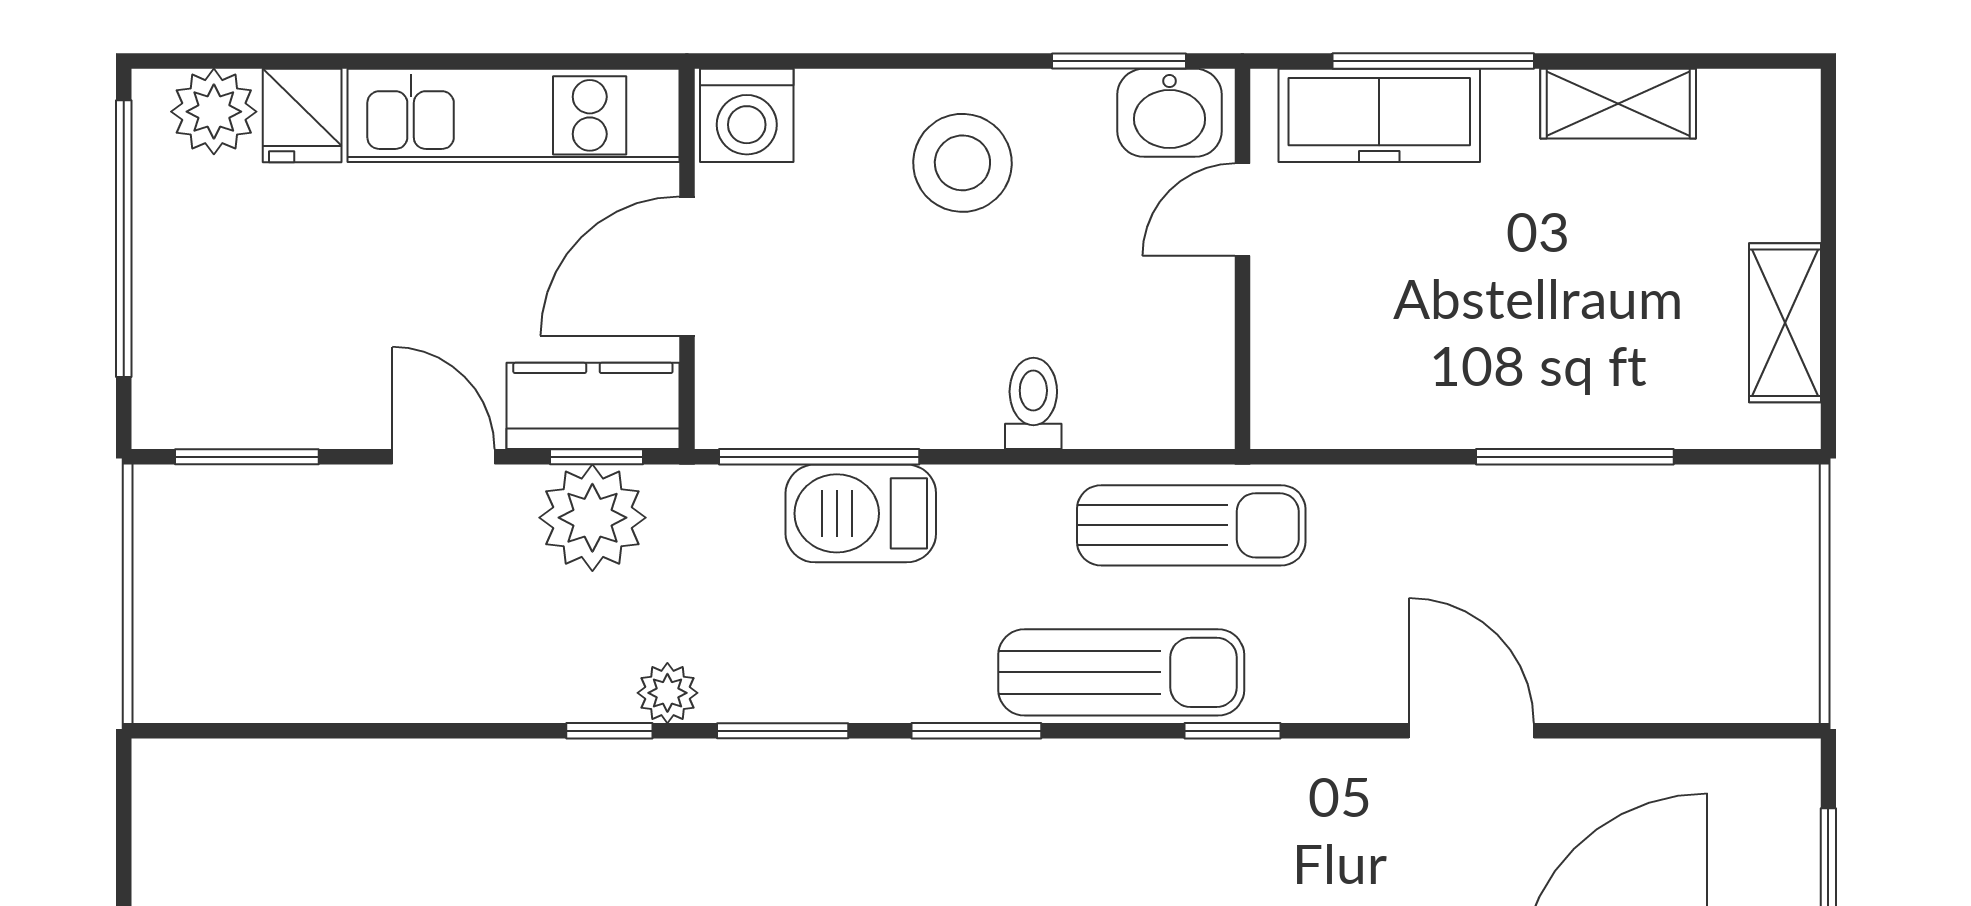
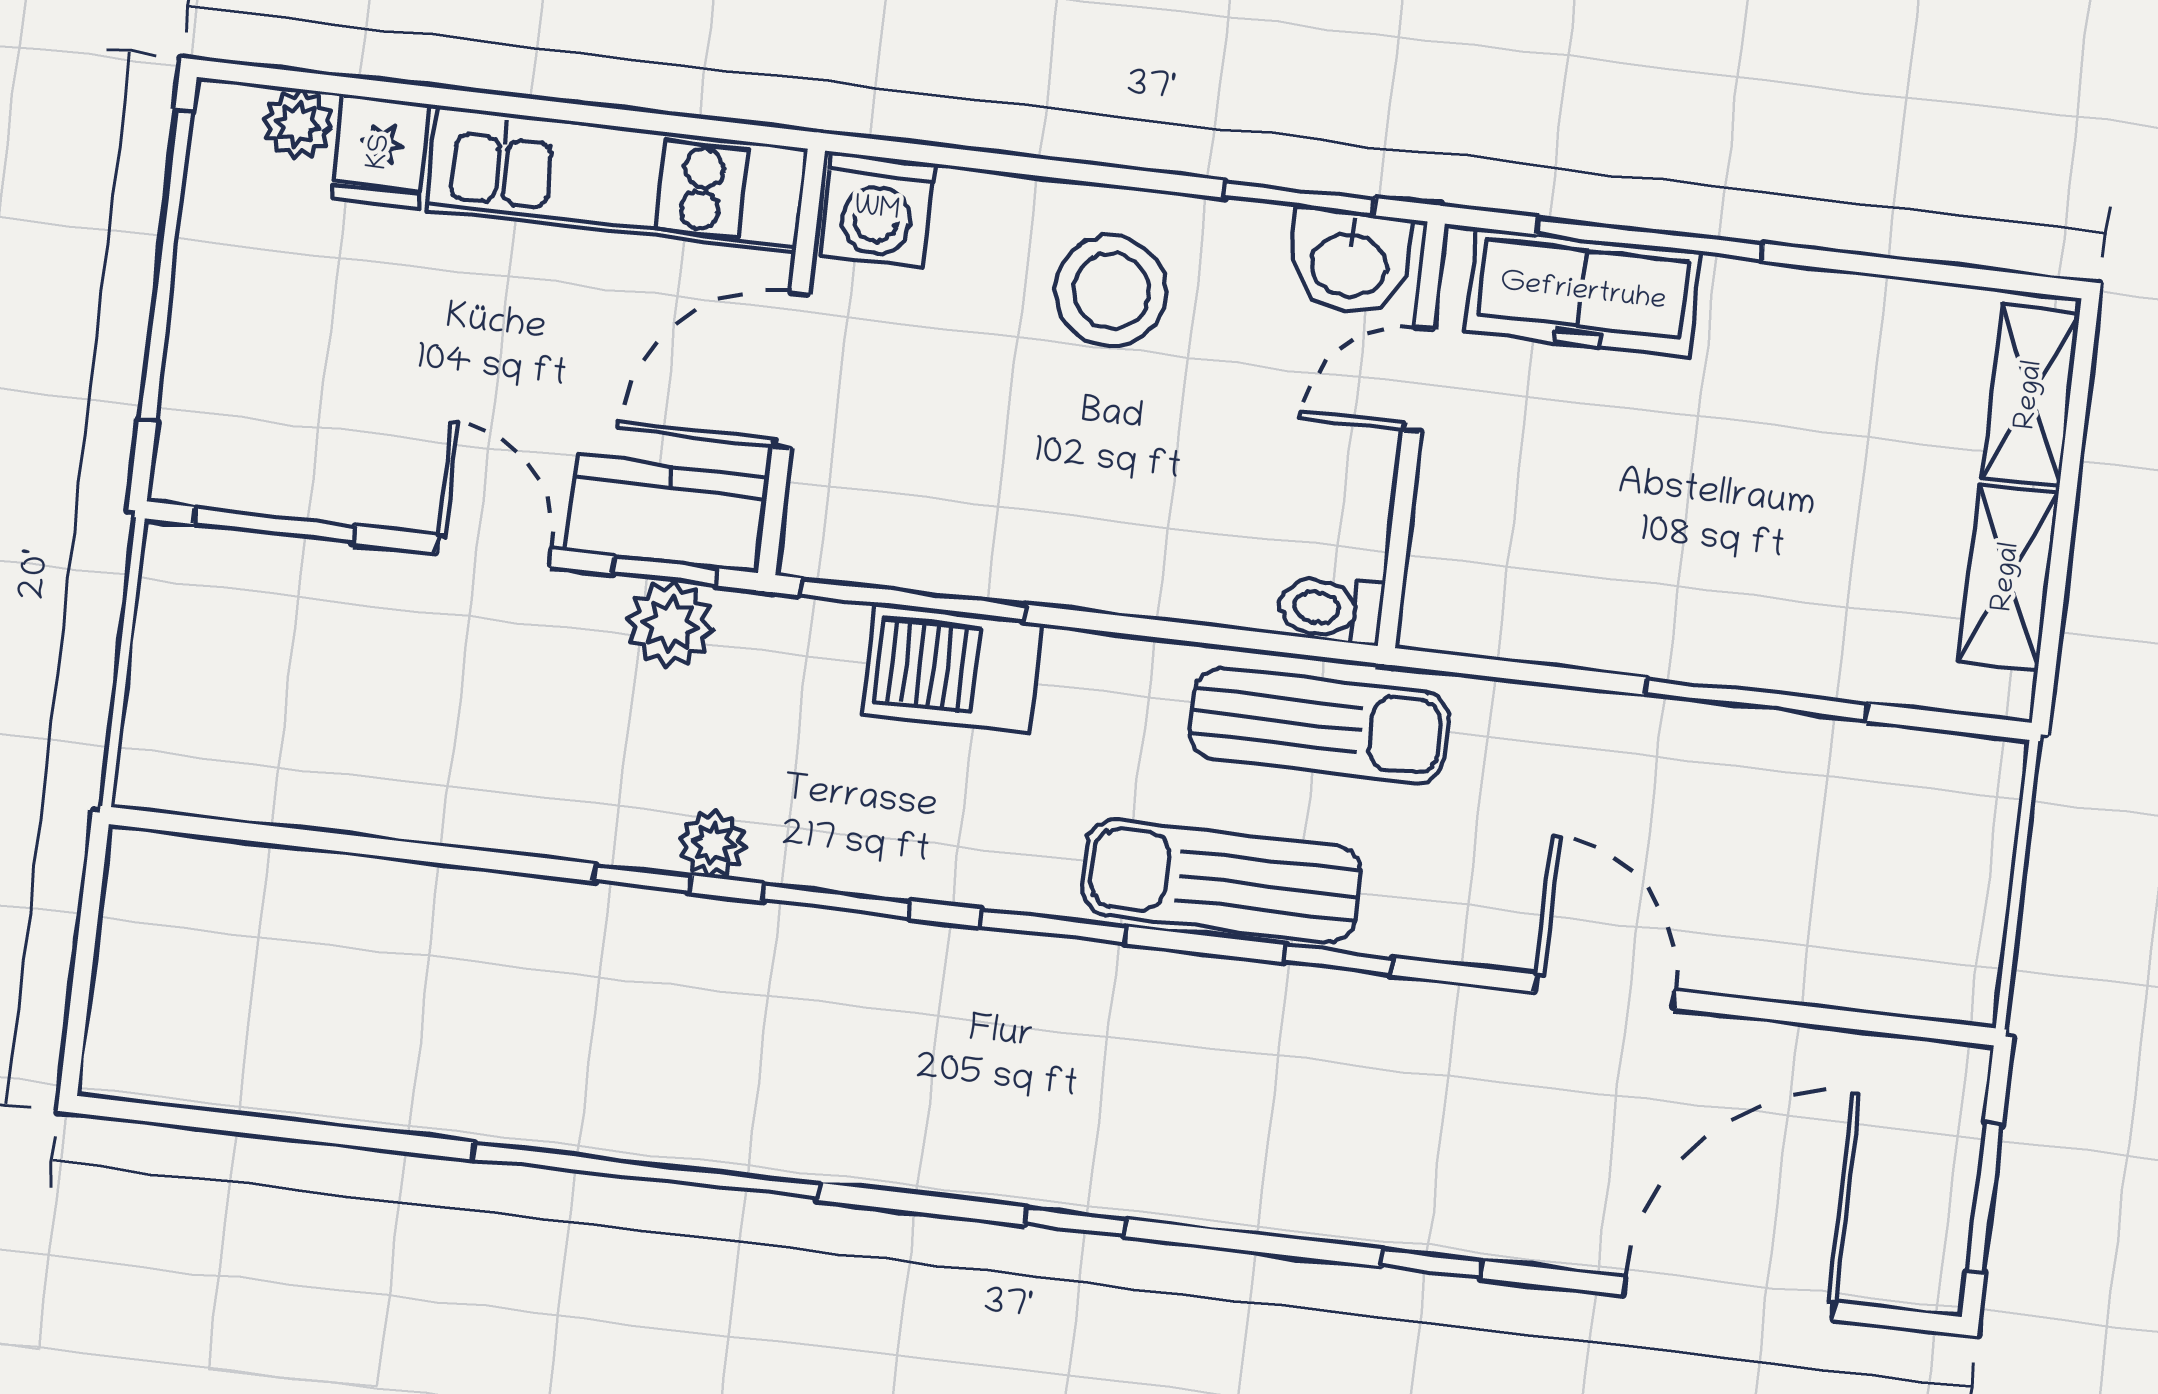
shelving: (1618, 104) -> (2031, 395), moved, turned 90
plant: (214, 112) -> (297, 124), width x0.73, depth x0.73
toilet: (1033, 403) -> (1331, 609), moved, turned -90
plant: (592, 518) -> (670, 624), width x0.73, depth x0.73
sun lounger: (1121, 672) -> (1222, 880), turned 180

